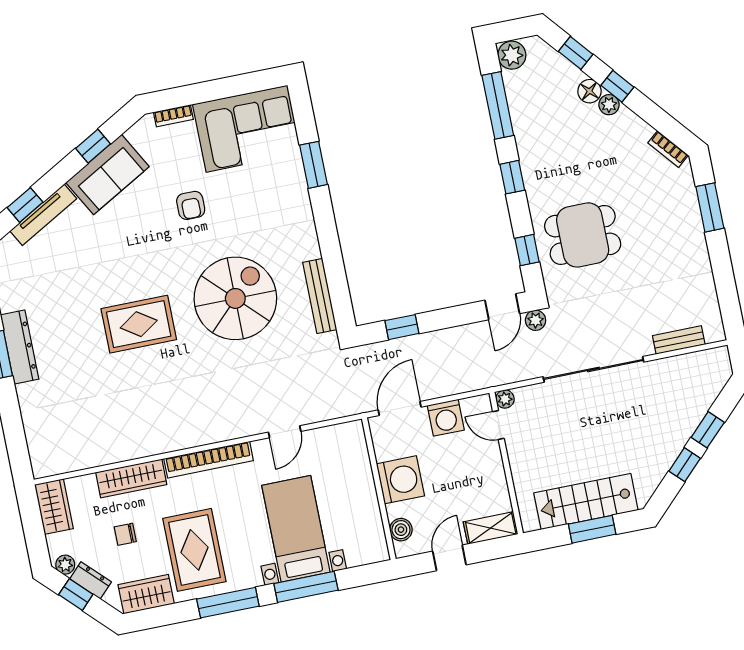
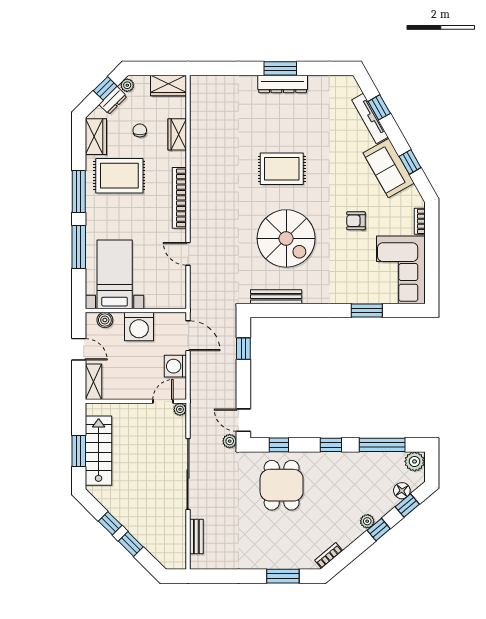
floor lamp: (589, 91) -> (402, 491), moved
rug: (139, 324) -> (282, 169), turned 90
wardrobe: (131, 478) -> (177, 134), width x0.67
bed with nightstands: (296, 529) -> (115, 274), moved, turned -90

